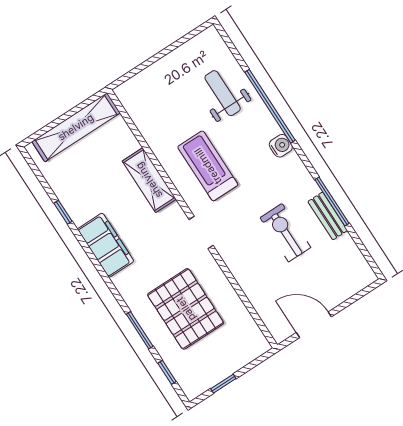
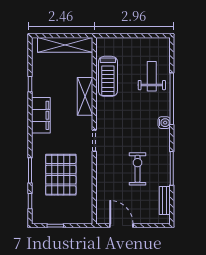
treadmill: (208, 166) -> (108, 76), moved, turned 180
bench: (328, 216) -> (165, 201), moved

